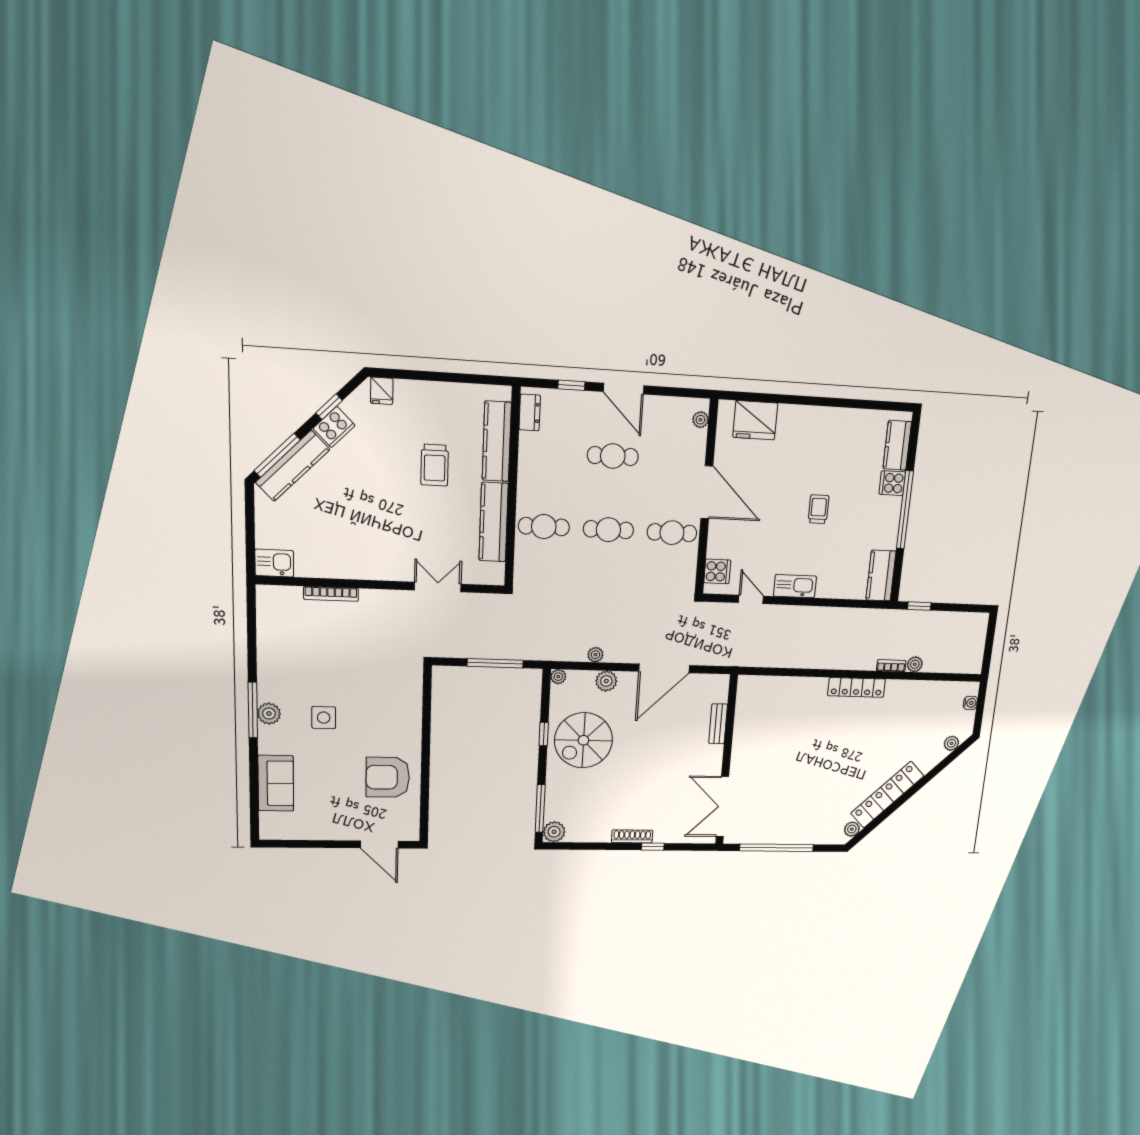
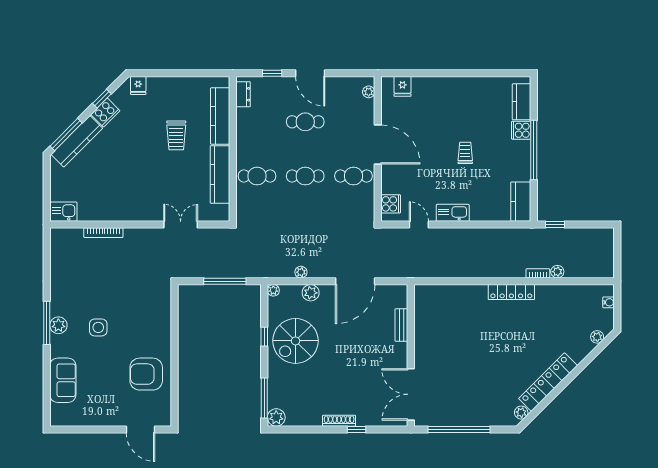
fridge: (755, 420) -> (402, 86), width x0.53, depth x0.75

